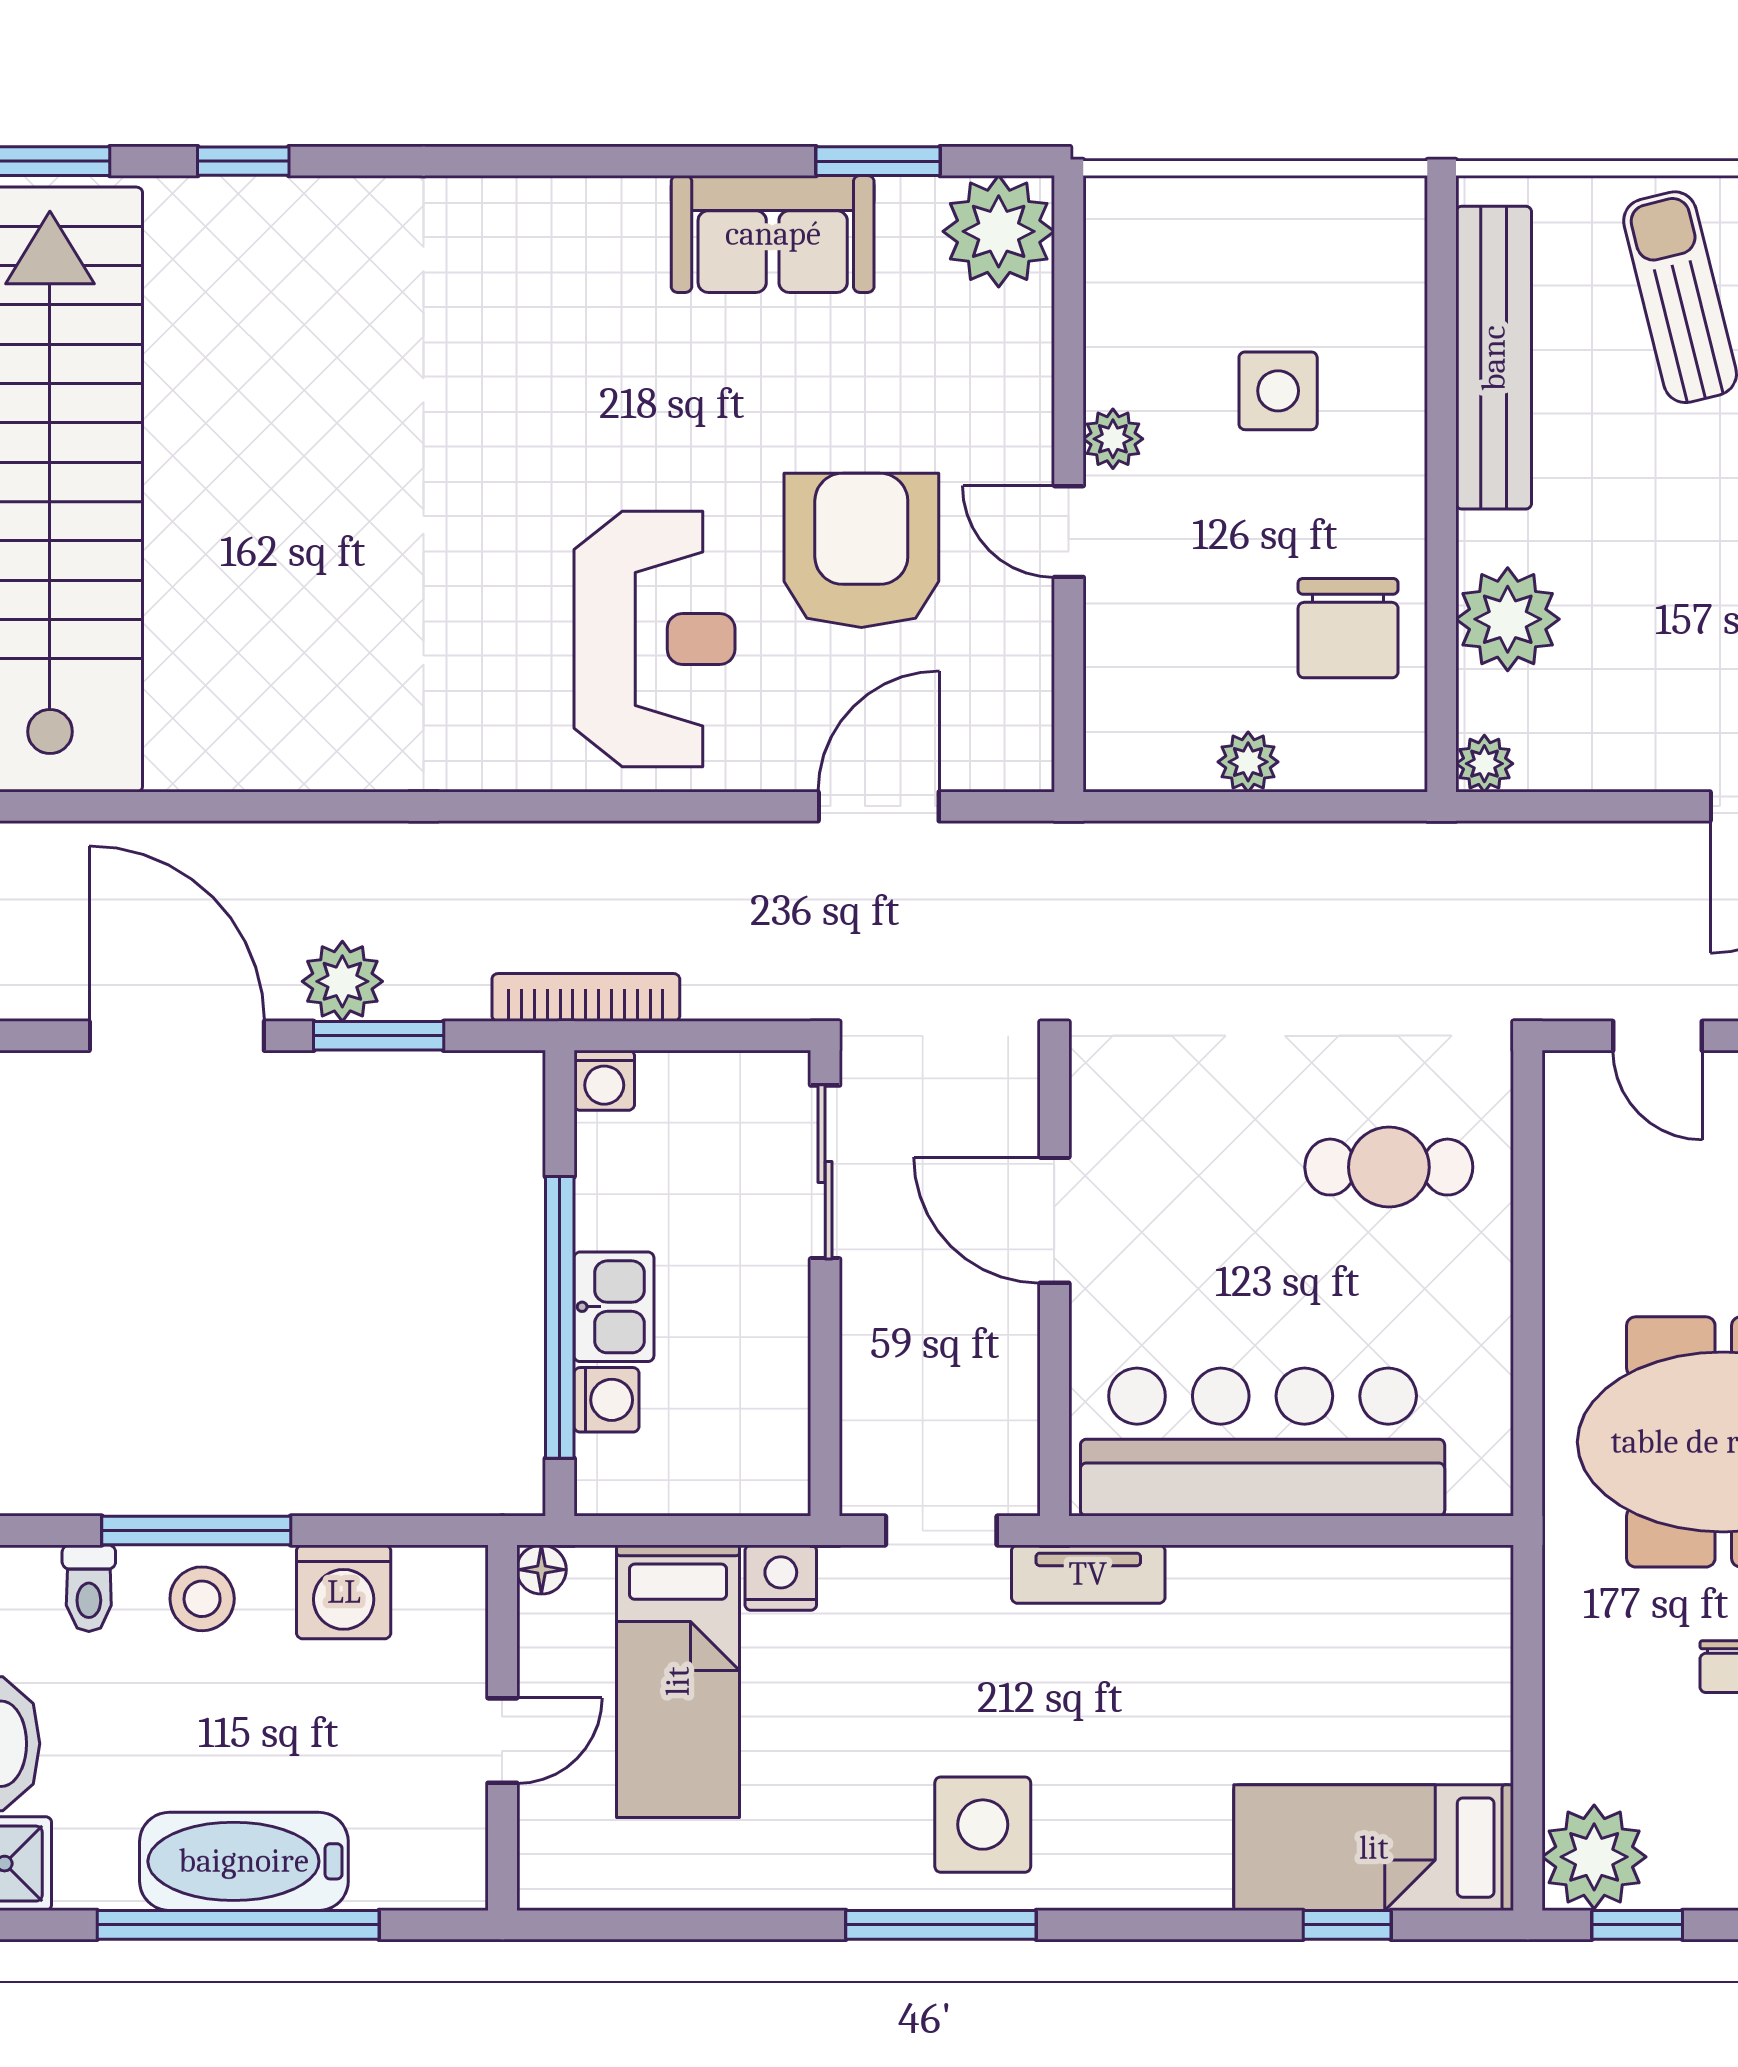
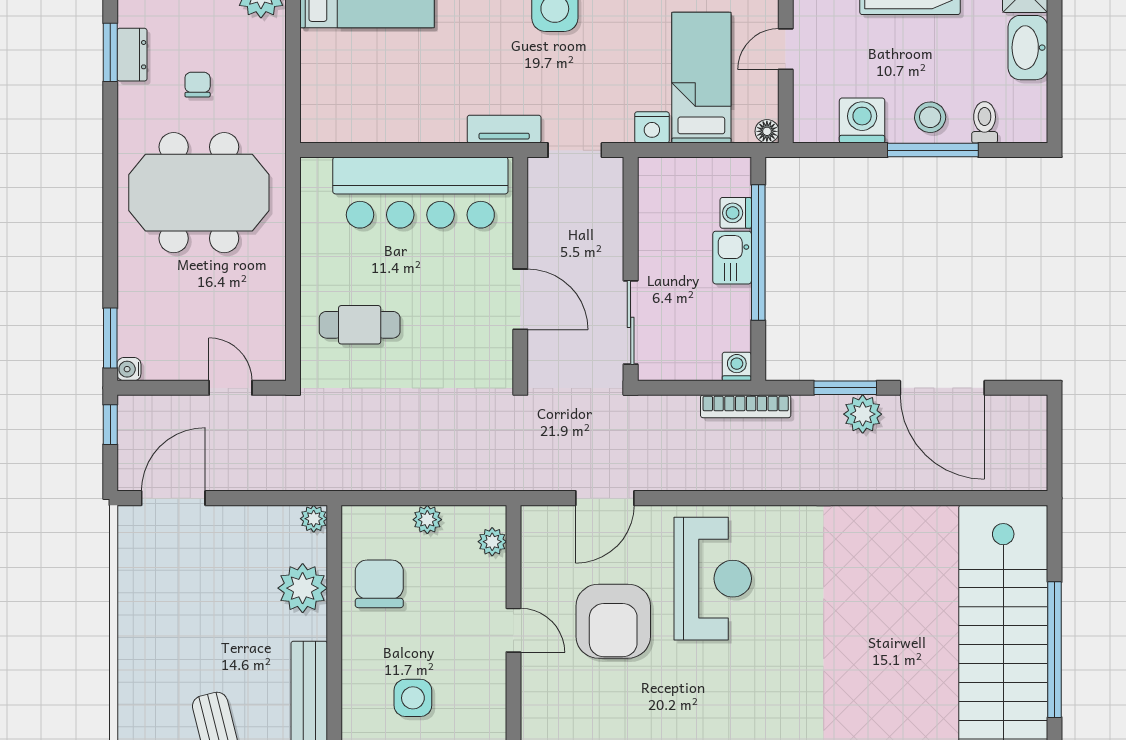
plant: (1113, 439) -> (492, 542), moved
reception desk: (654, 639) -> (713, 579), turned 180

